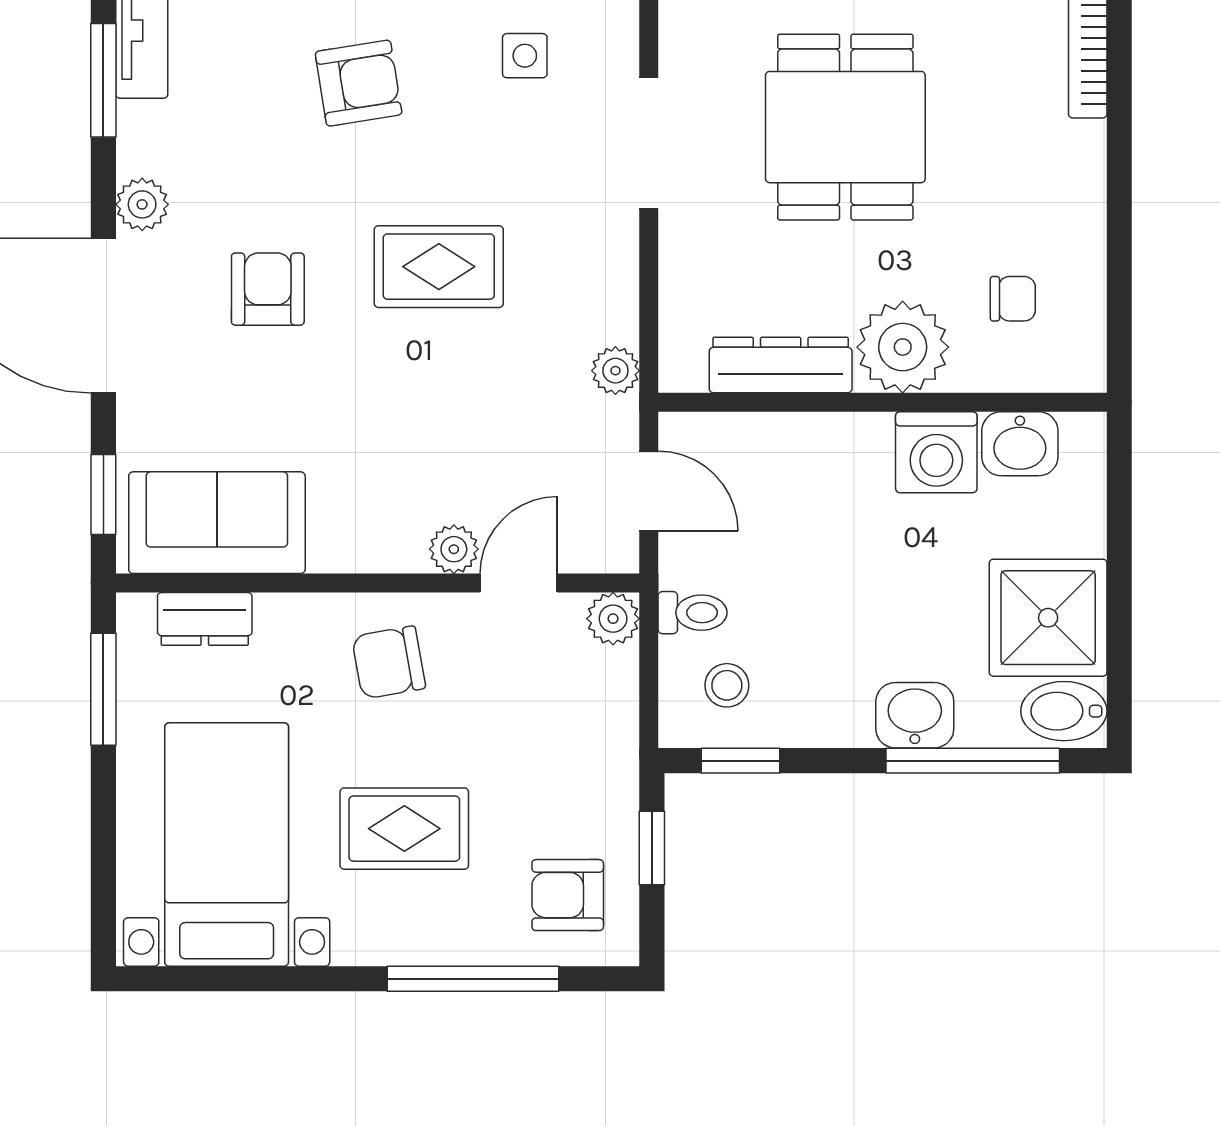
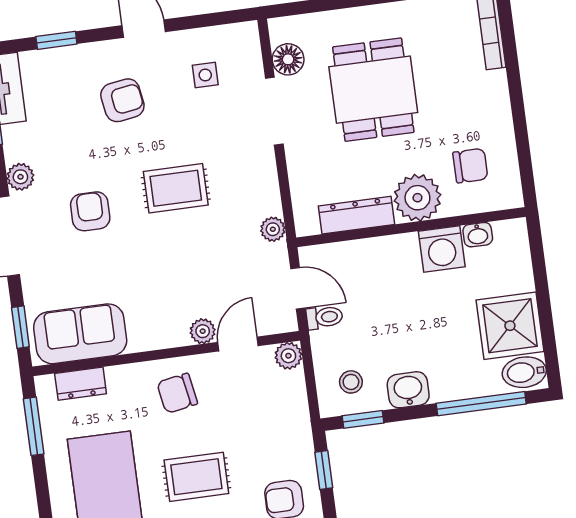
floor lamp: (689, 47) -> (288, 59), added
chair: (1013, 299) -> (470, 166), width x1.37, depth x1.37
washbasin: (1020, 444) -> (478, 235), width x0.72, depth x0.69
toilet: (692, 613) -> (324, 317), moved
washbasin: (915, 715) -> (408, 390), moved

